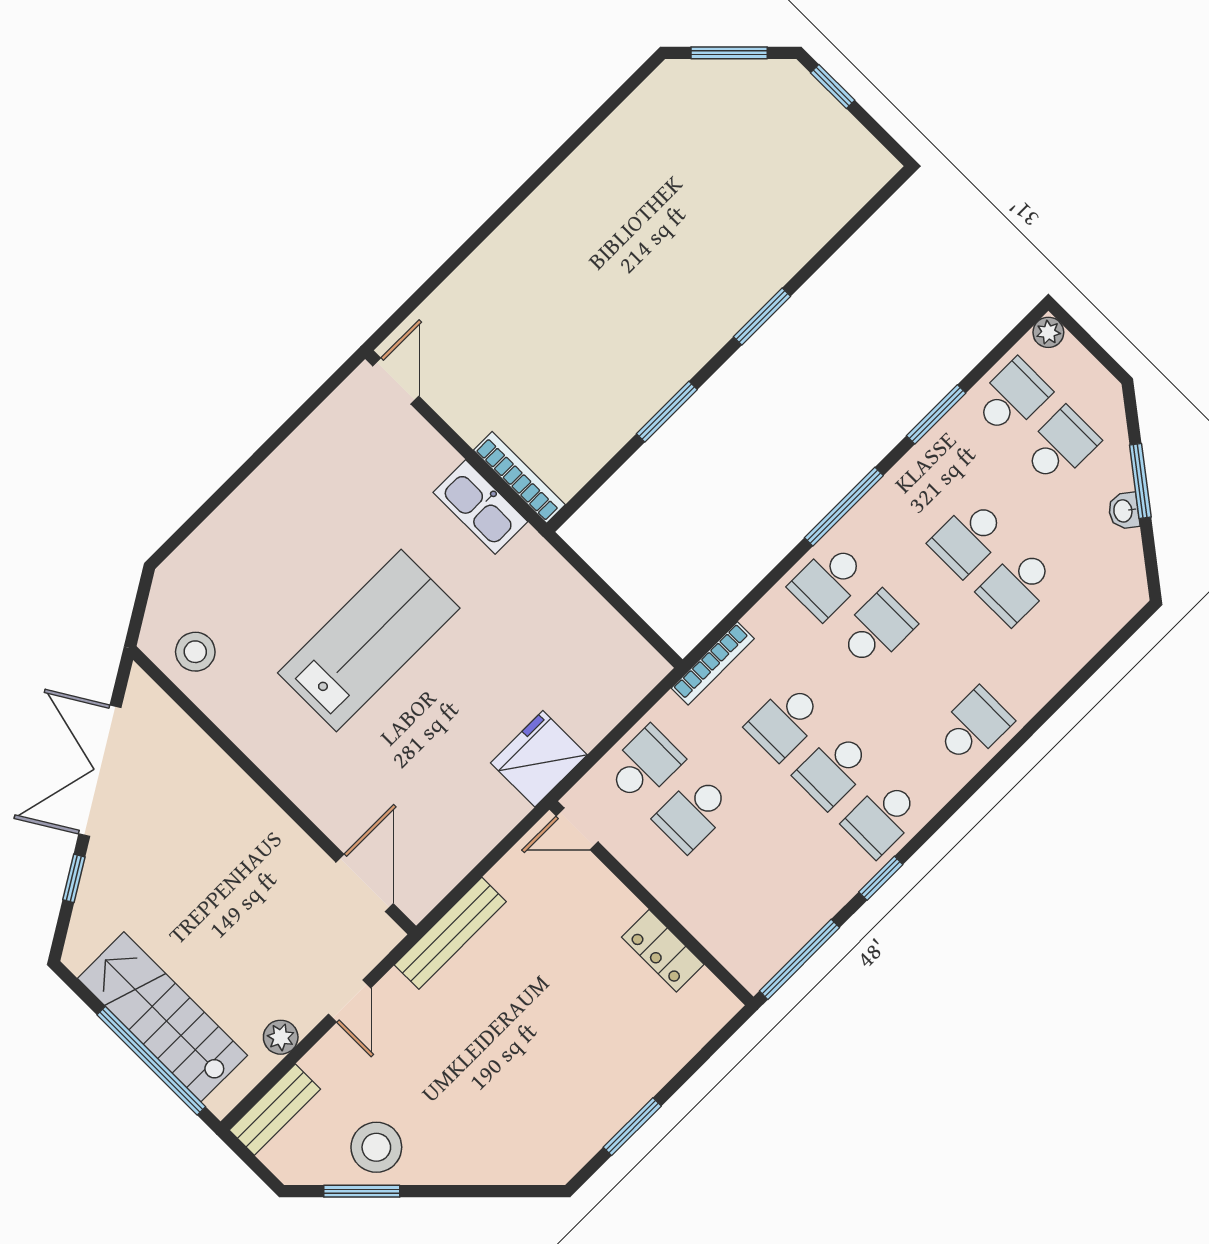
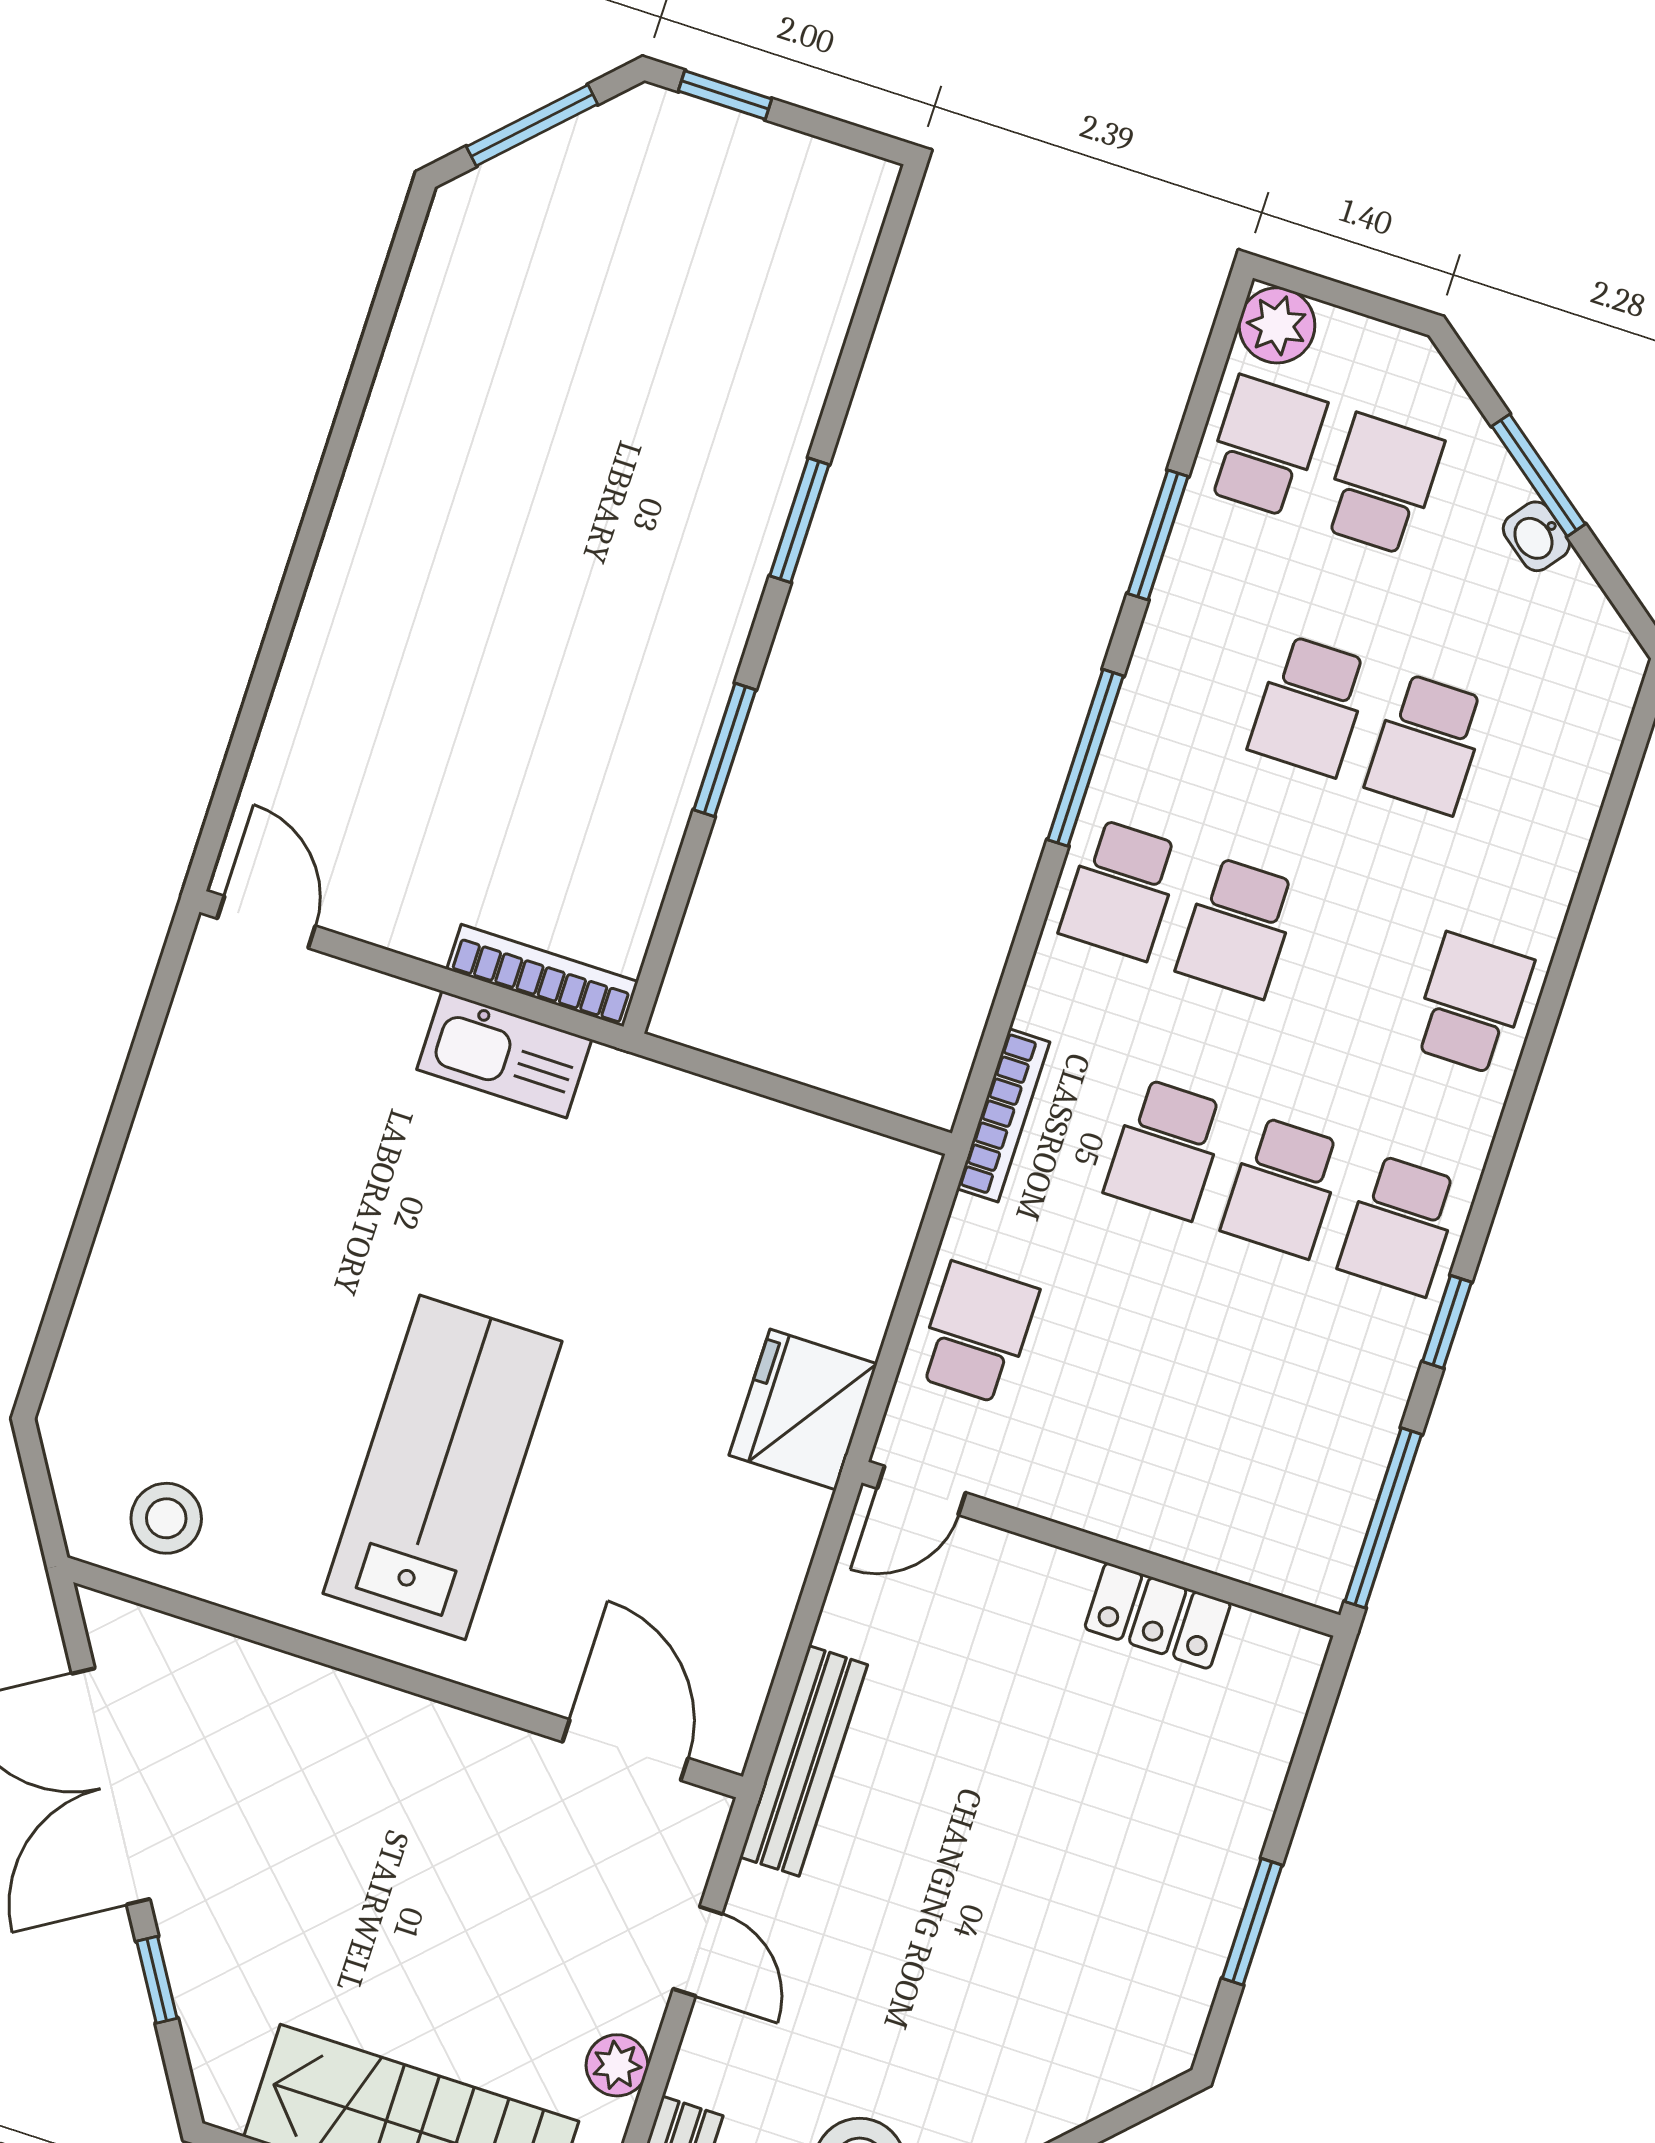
plant: (1048, 332) -> (1277, 325), width x1.38, depth x1.38
school desk: (877, 630) -> (1238, 928), turned 180
lab bench: (369, 641) -> (442, 1467), moved
school desk: (693, 813) -> (1094, 1371), removed

